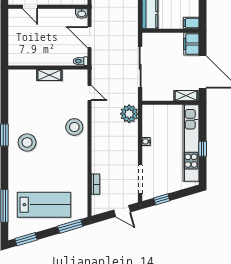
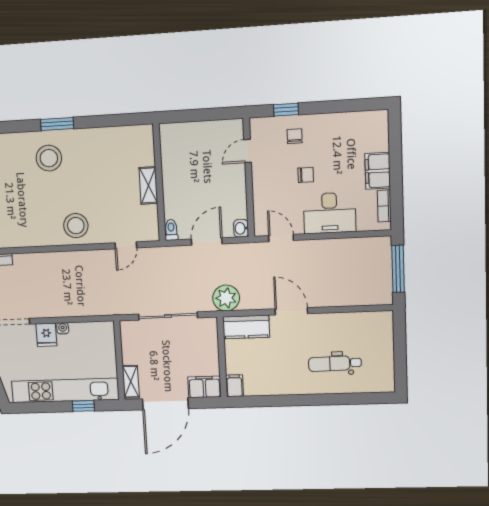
plant: (129, 114) -> (226, 298), moved
window: (203, 149) -> (83, 406), moved
fridge: (150, 153) -> (46, 335), added

